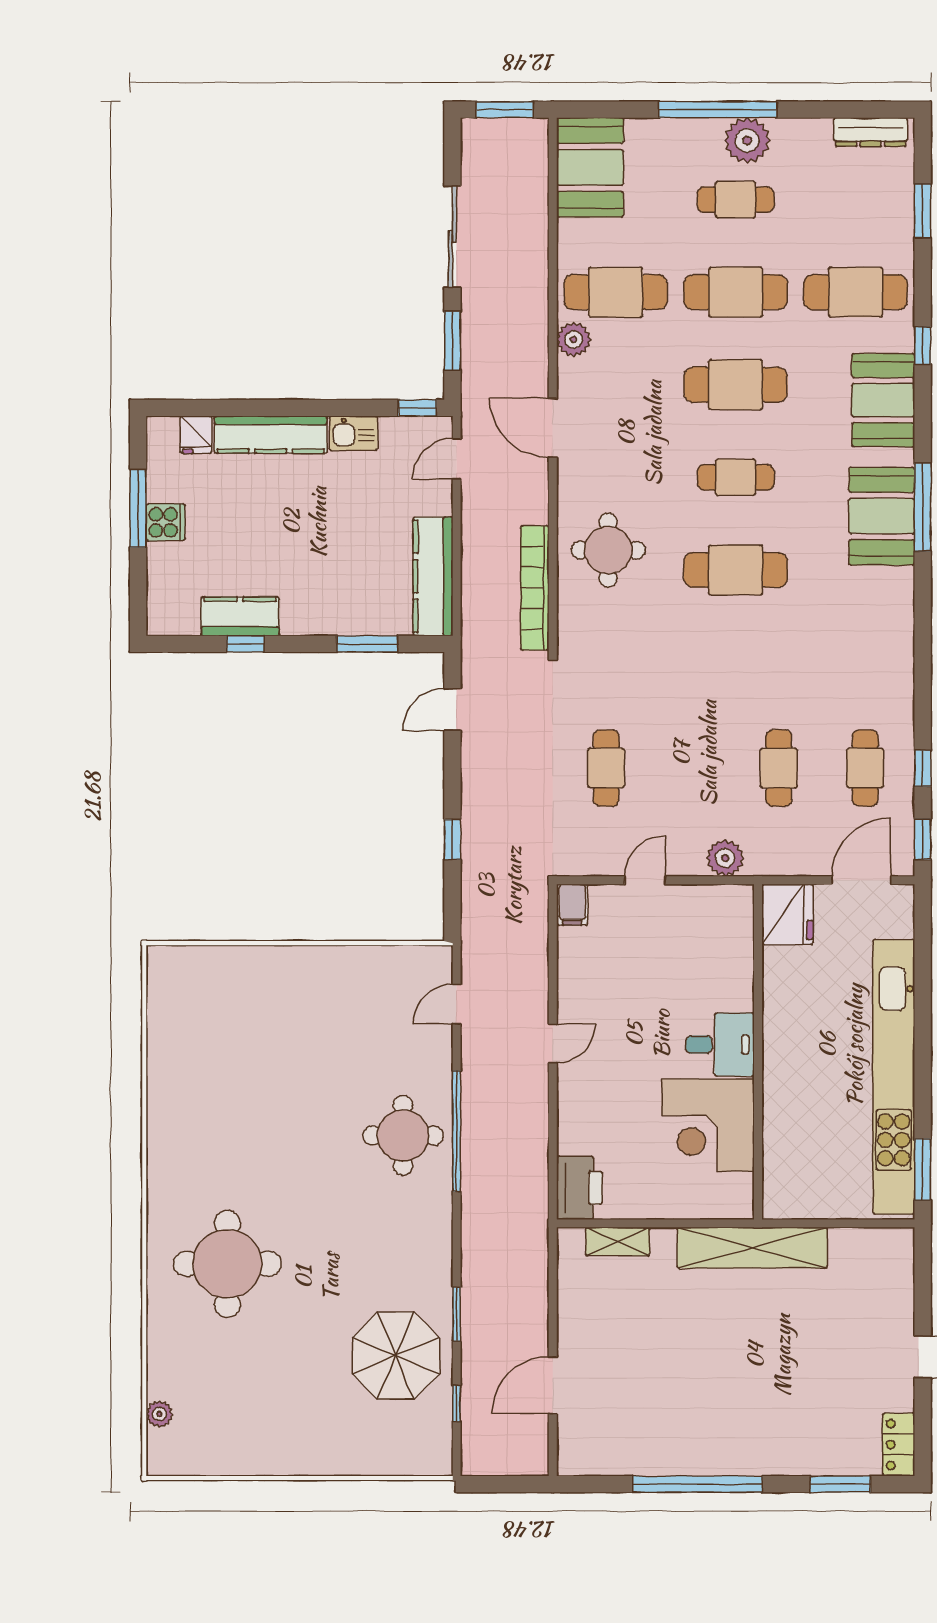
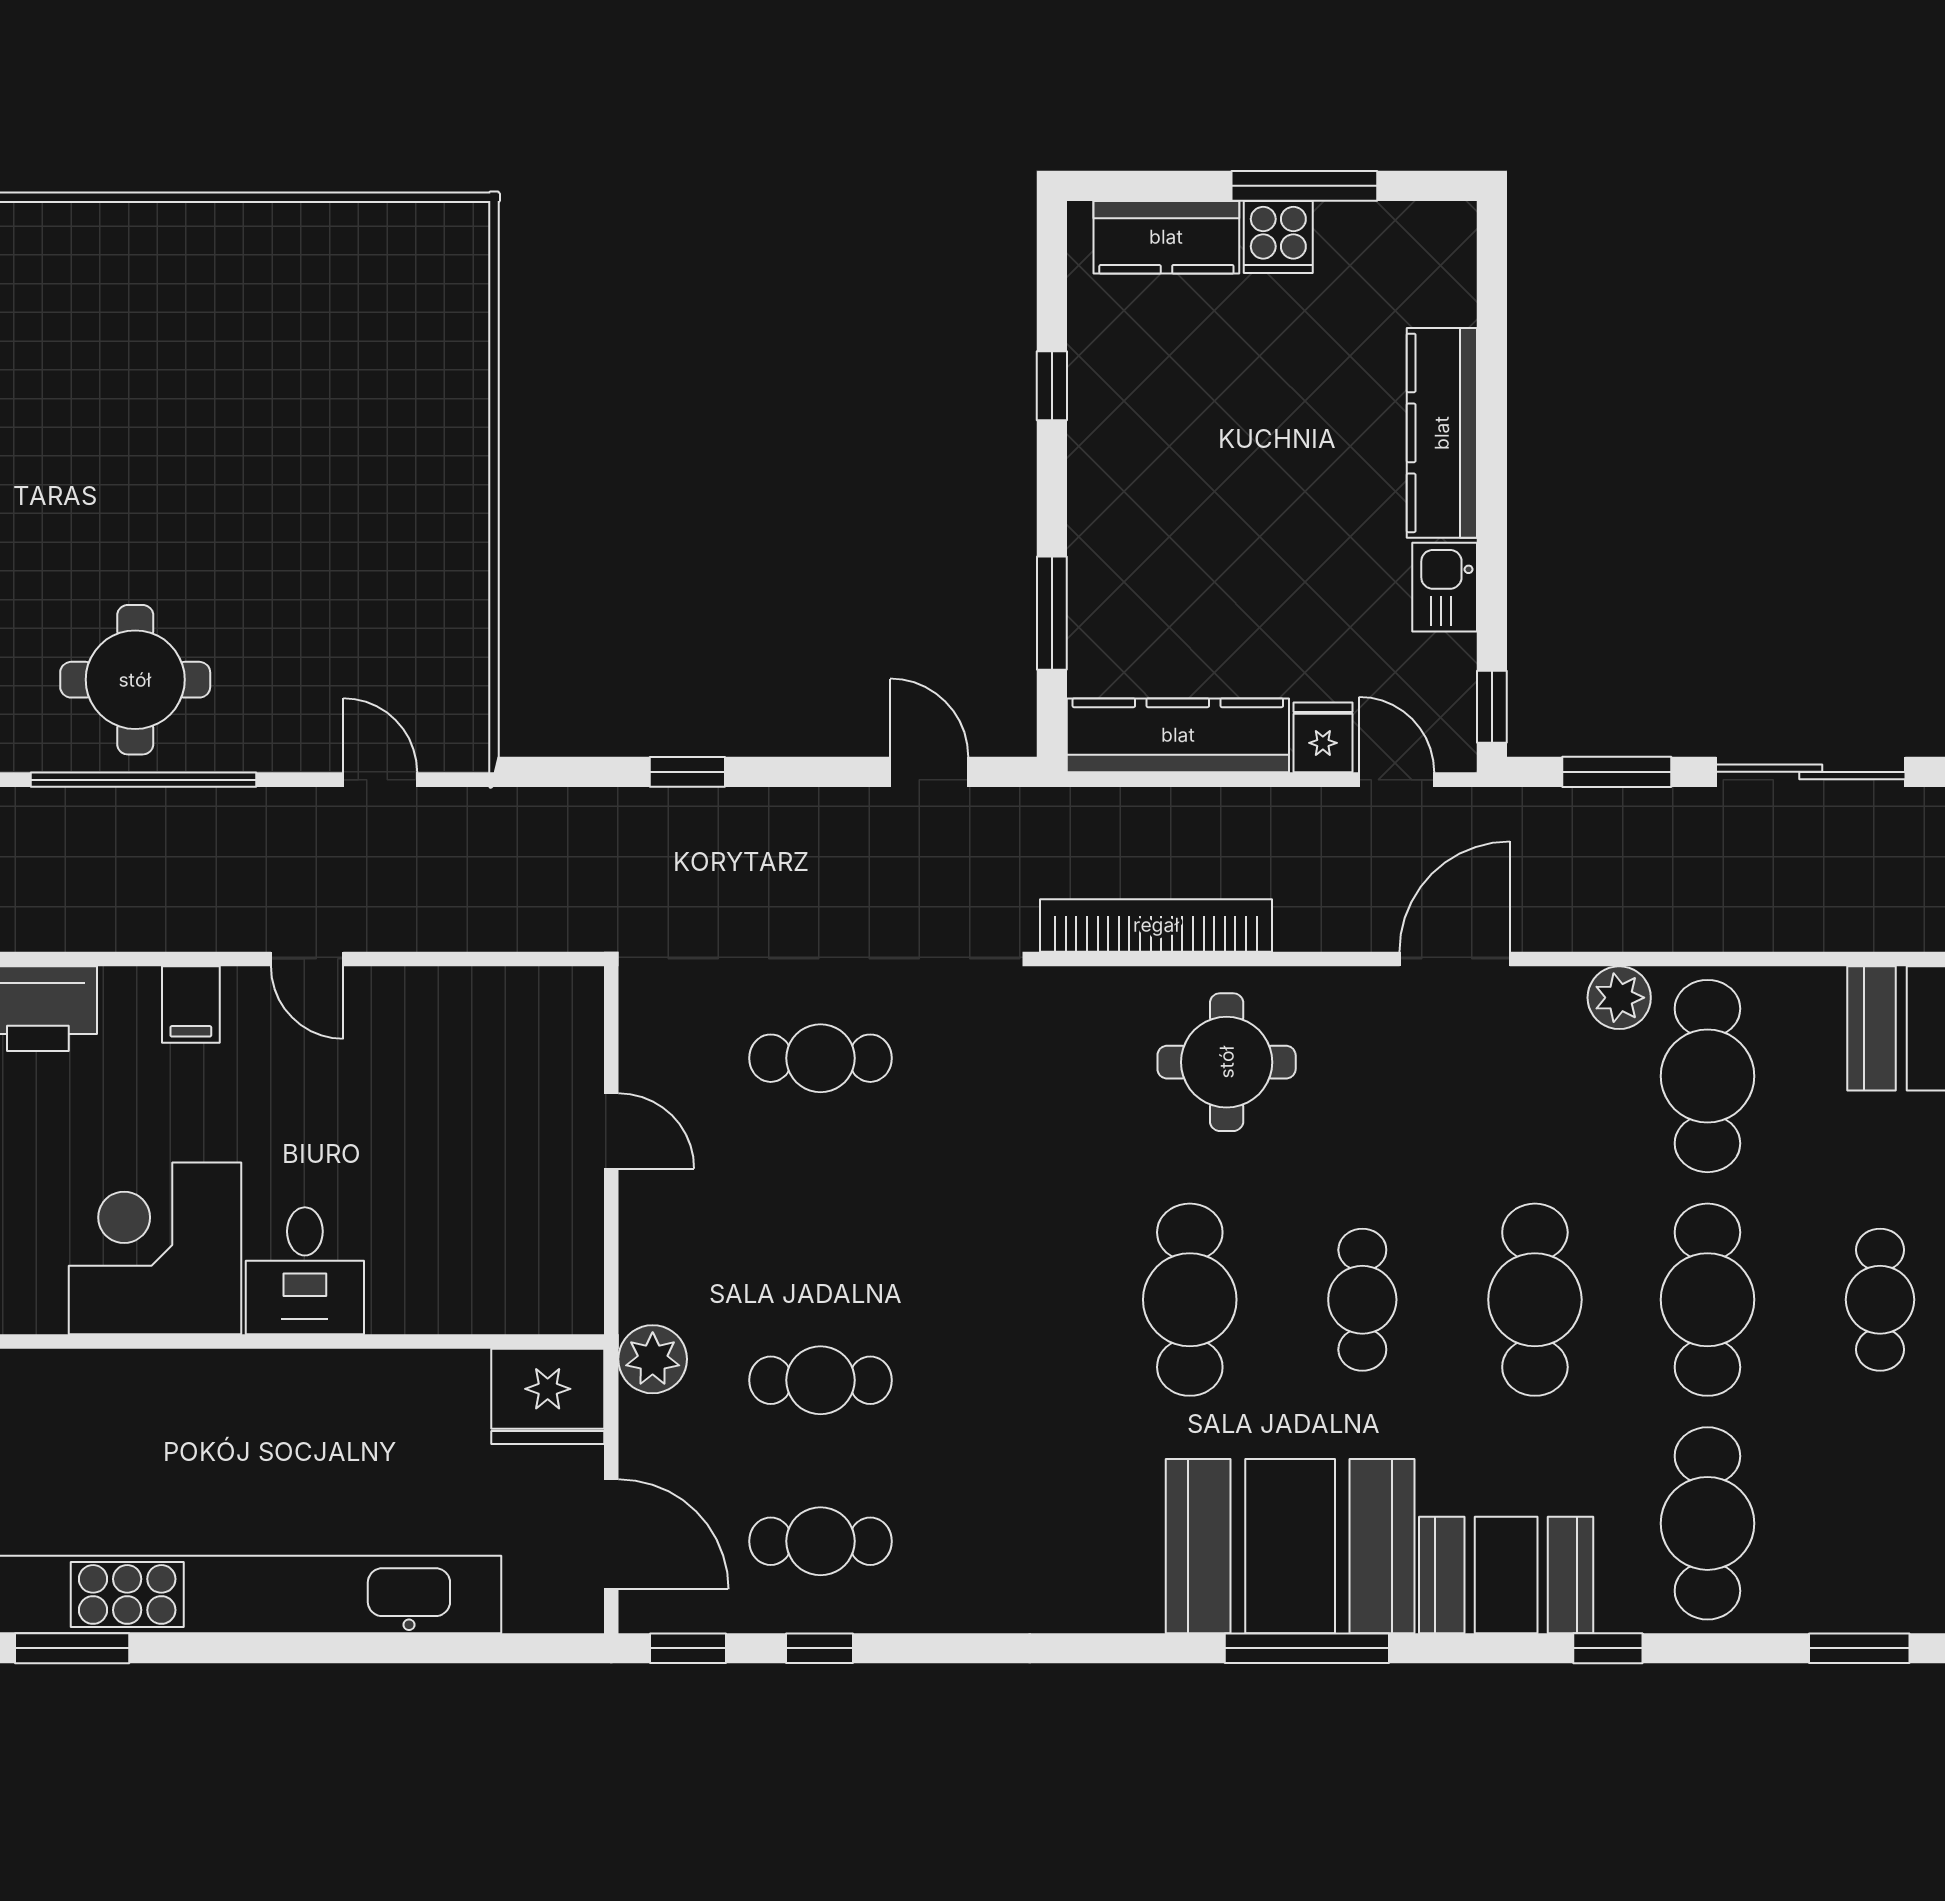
fridge: (196, 435) -> (1323, 737), moved, turned 90
booth: (882, 516) -> (1290, 1546), width x1.36, depth x1.42
kitchen counter: (240, 616) -> (1166, 237), moved, turned 90
plant: (725, 858) -> (653, 1359), moved
filing cabinet: (572, 905) -> (191, 1004), moved, turned -90

